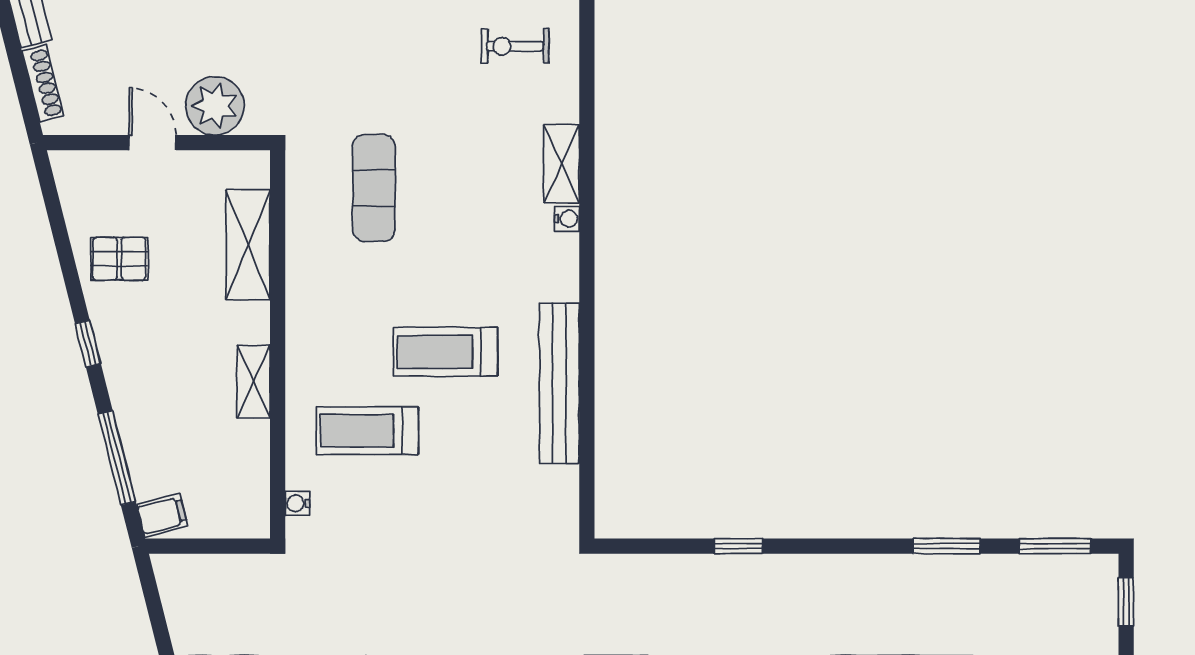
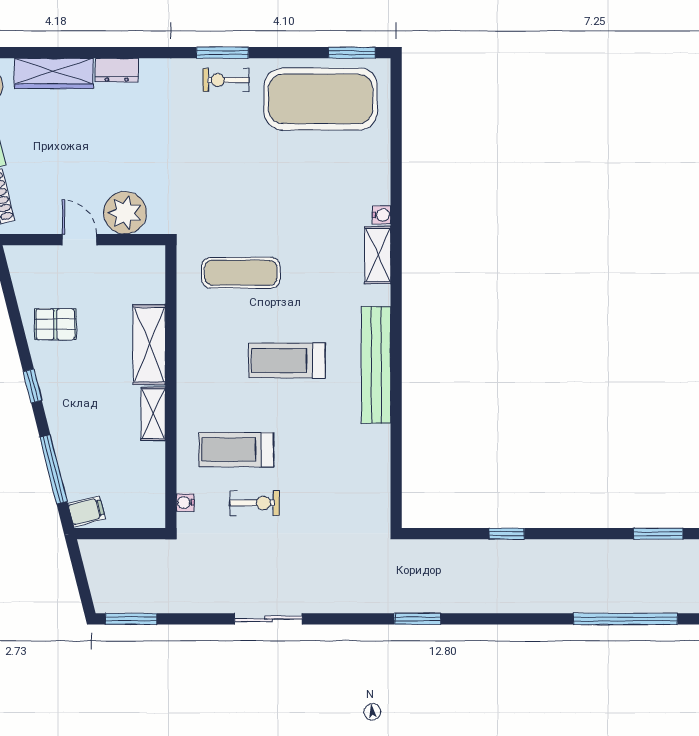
exercise bike: (515, 46) -> (255, 503), moved, turned 180
exercise mat: (374, 188) -> (241, 273), turned 90
water cooler: (567, 219) -> (382, 215), moved
shelving: (248, 245) -> (149, 345), moved
treadmill: (445, 352) -> (287, 361), moved
bench: (559, 383) -> (376, 365), moved

